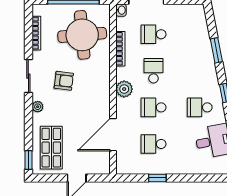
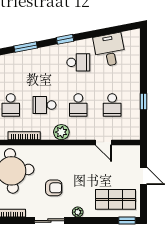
armchair: (64, 81) -> (54, 188), turned 83
school desk: (200, 107) -> (78, 62), turned -90
door: (113, 135) -> (104, 142), width x0.53

